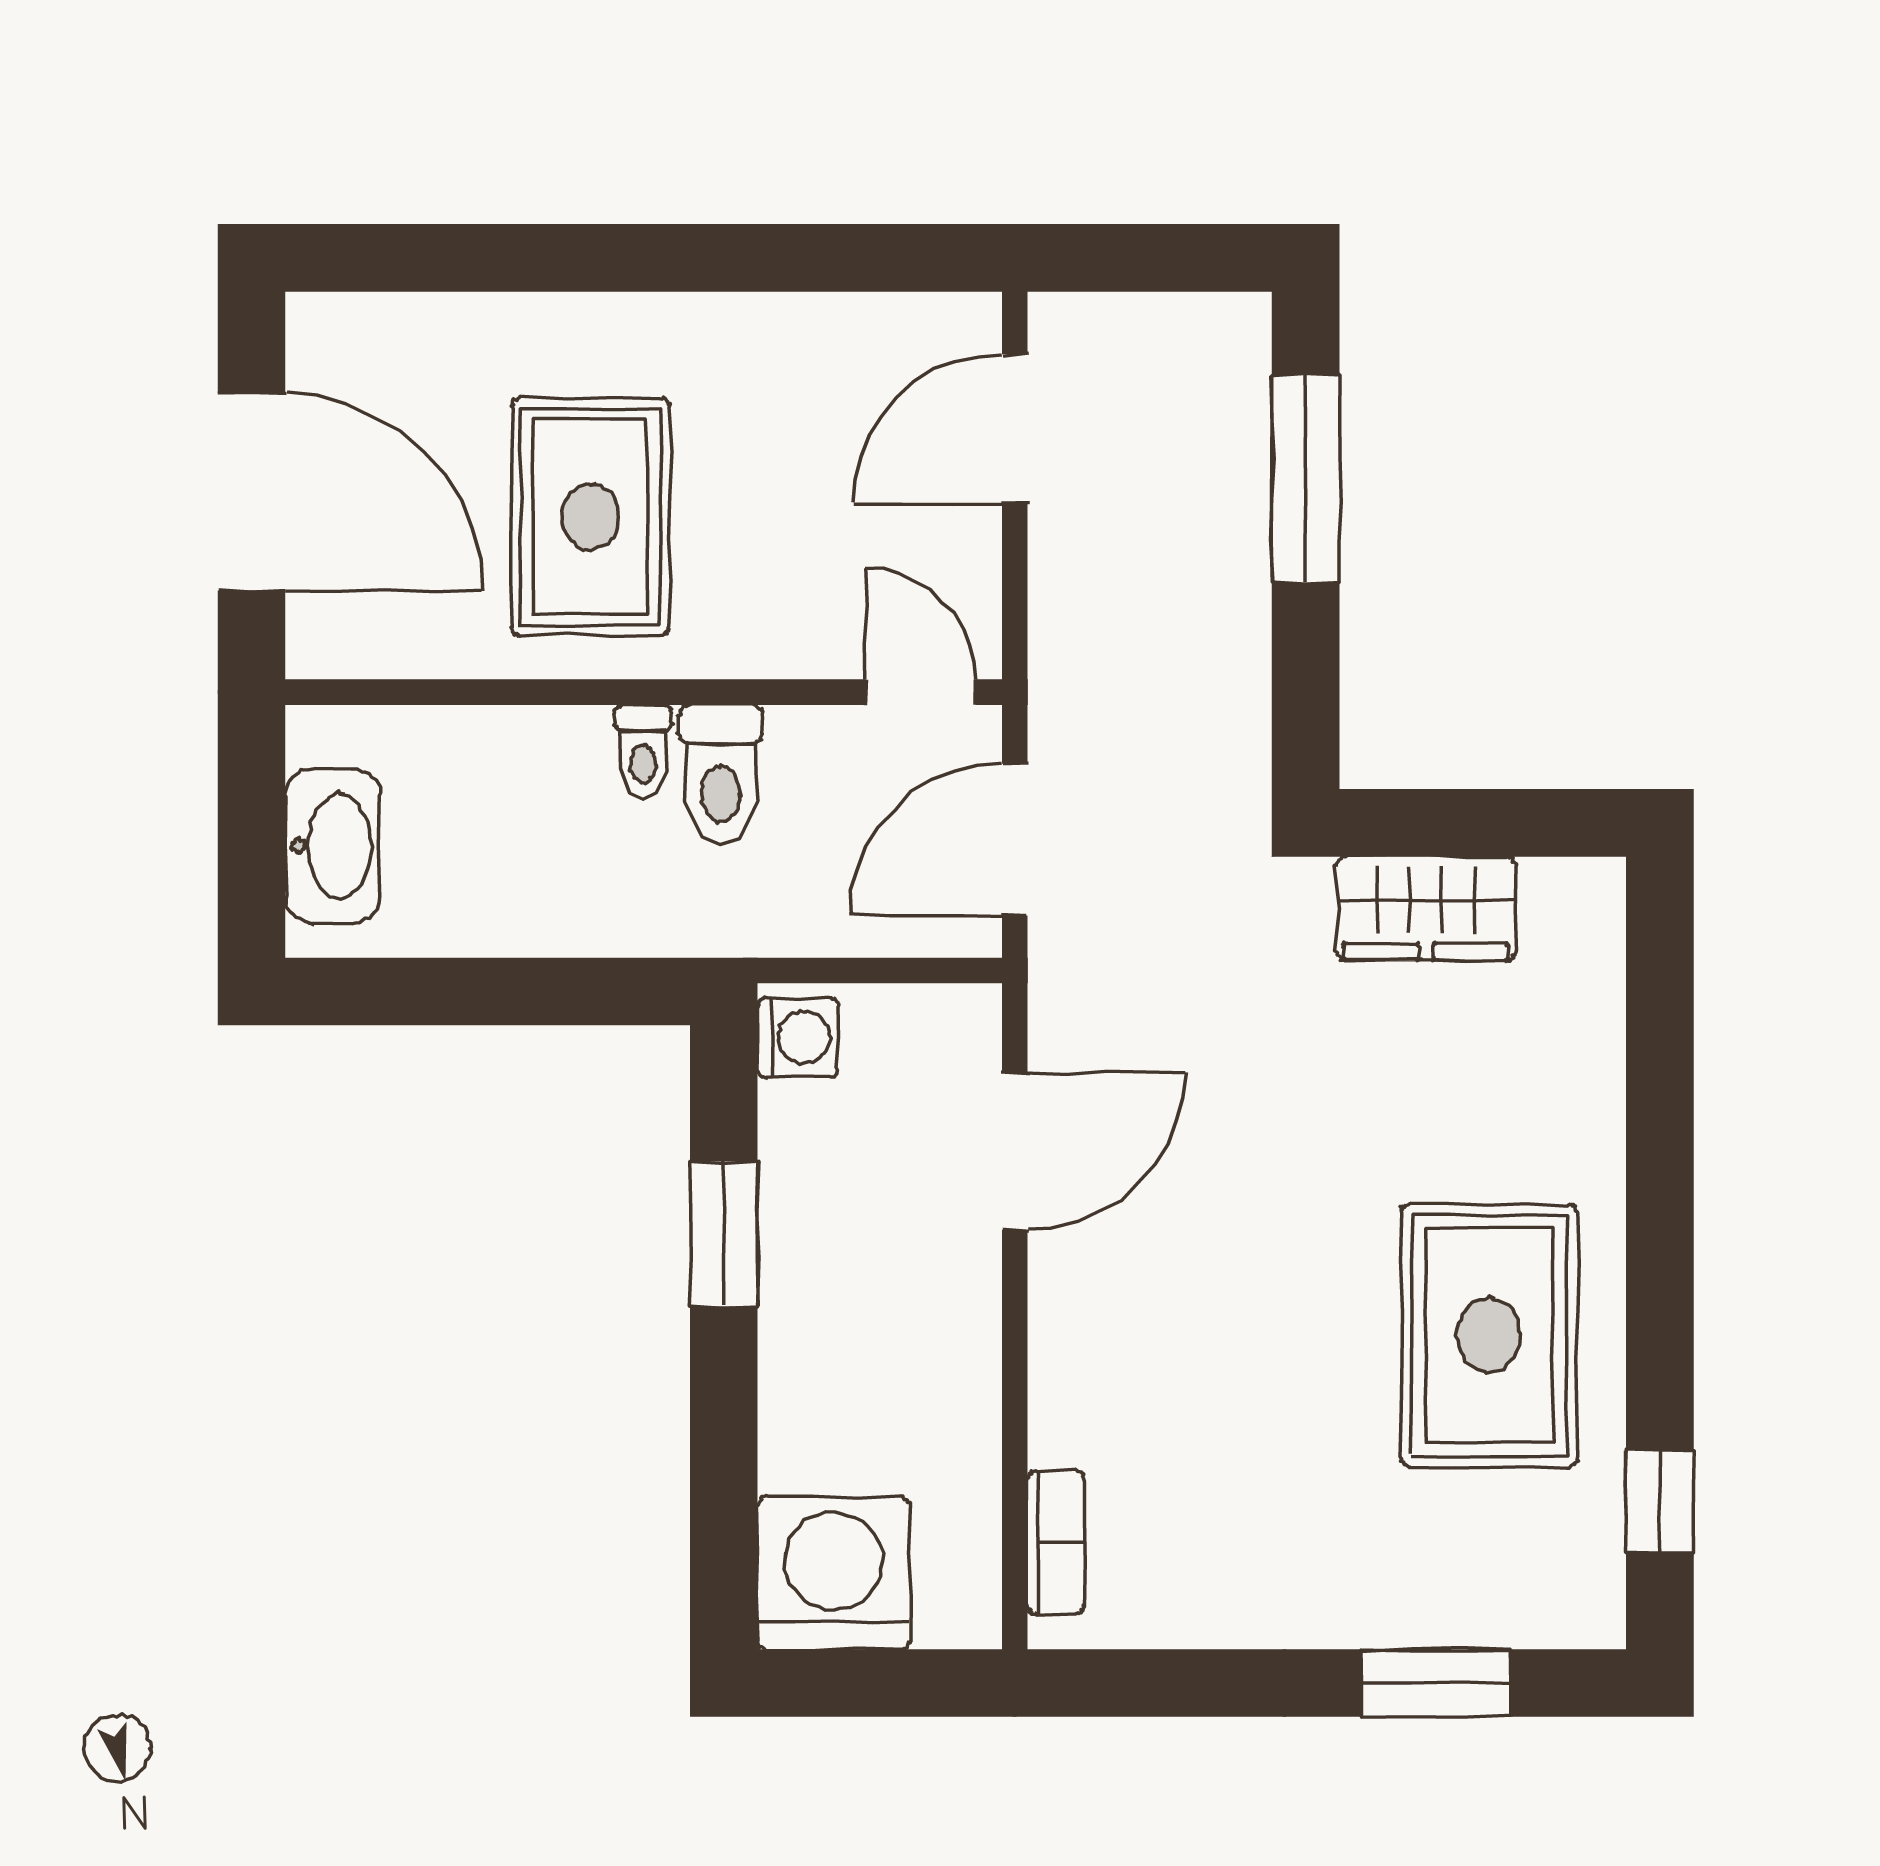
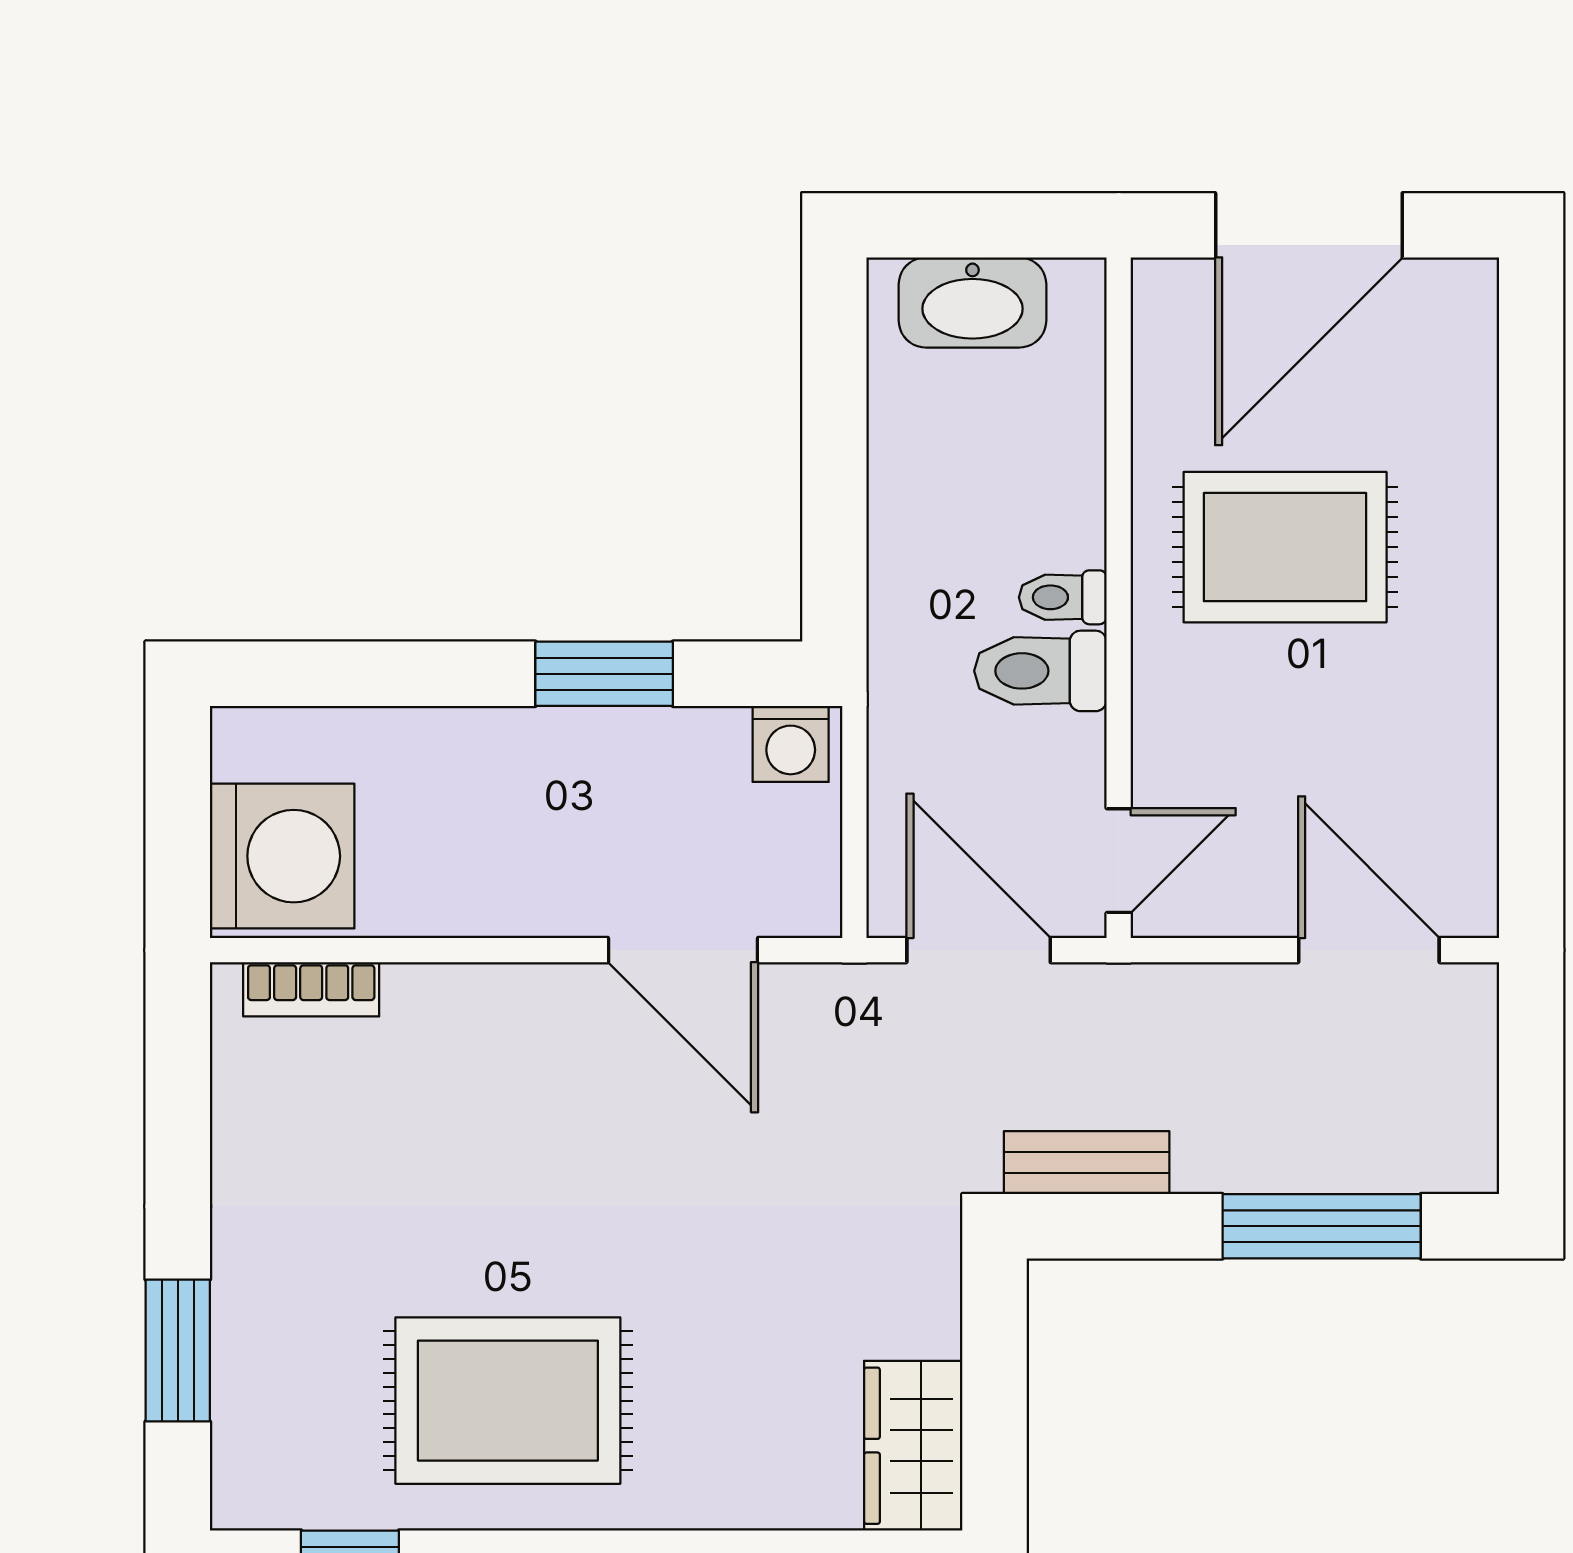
bench: (1239, 726) -> (1087, 1163), added
wardrobe: (1426, 908) -> (913, 1446), moved
washing machine: (834, 1573) -> (282, 856), moved

